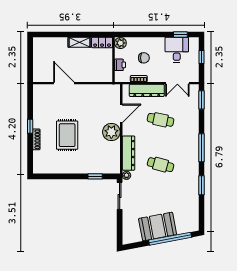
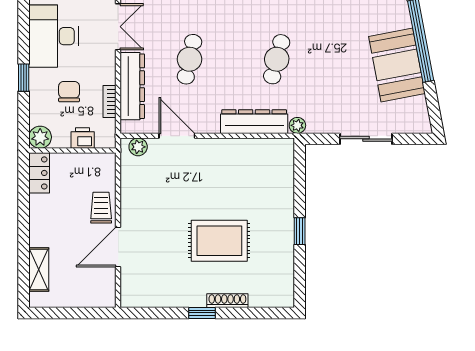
window: (180, 34) -> (24, 78), moved
shelving: (79, 42) -> (39, 270), moved
desk: (177, 50) -> (53, 36), width x1.37
trolley: (84, 74) -> (101, 208), added
plant: (111, 132) -> (138, 147), moved, width x0.53, depth x0.53
window: (95, 176) -> (300, 231), moved
sliding door: (120, 196) -> (366, 139), moved

